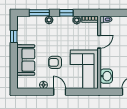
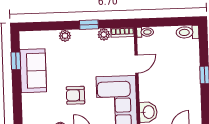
window: (39, 13) -> (51, 26), removed
sofa: (26, 60) -> (33, 71), moved

